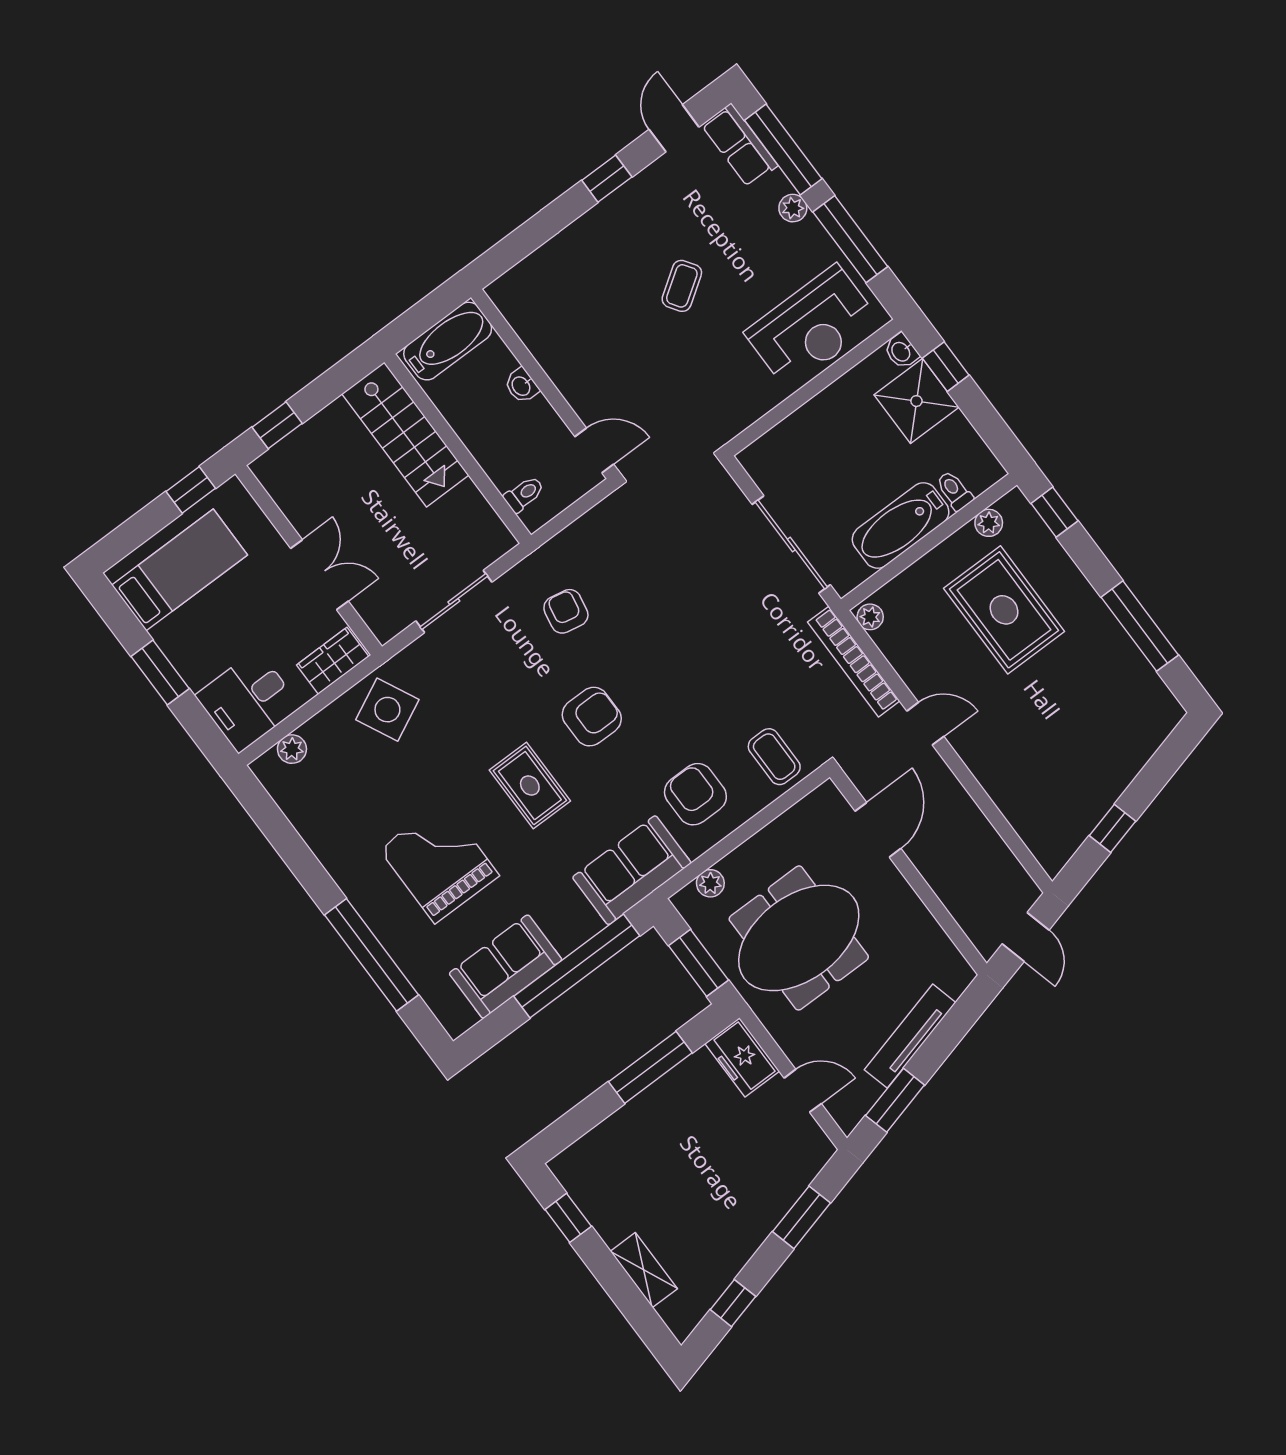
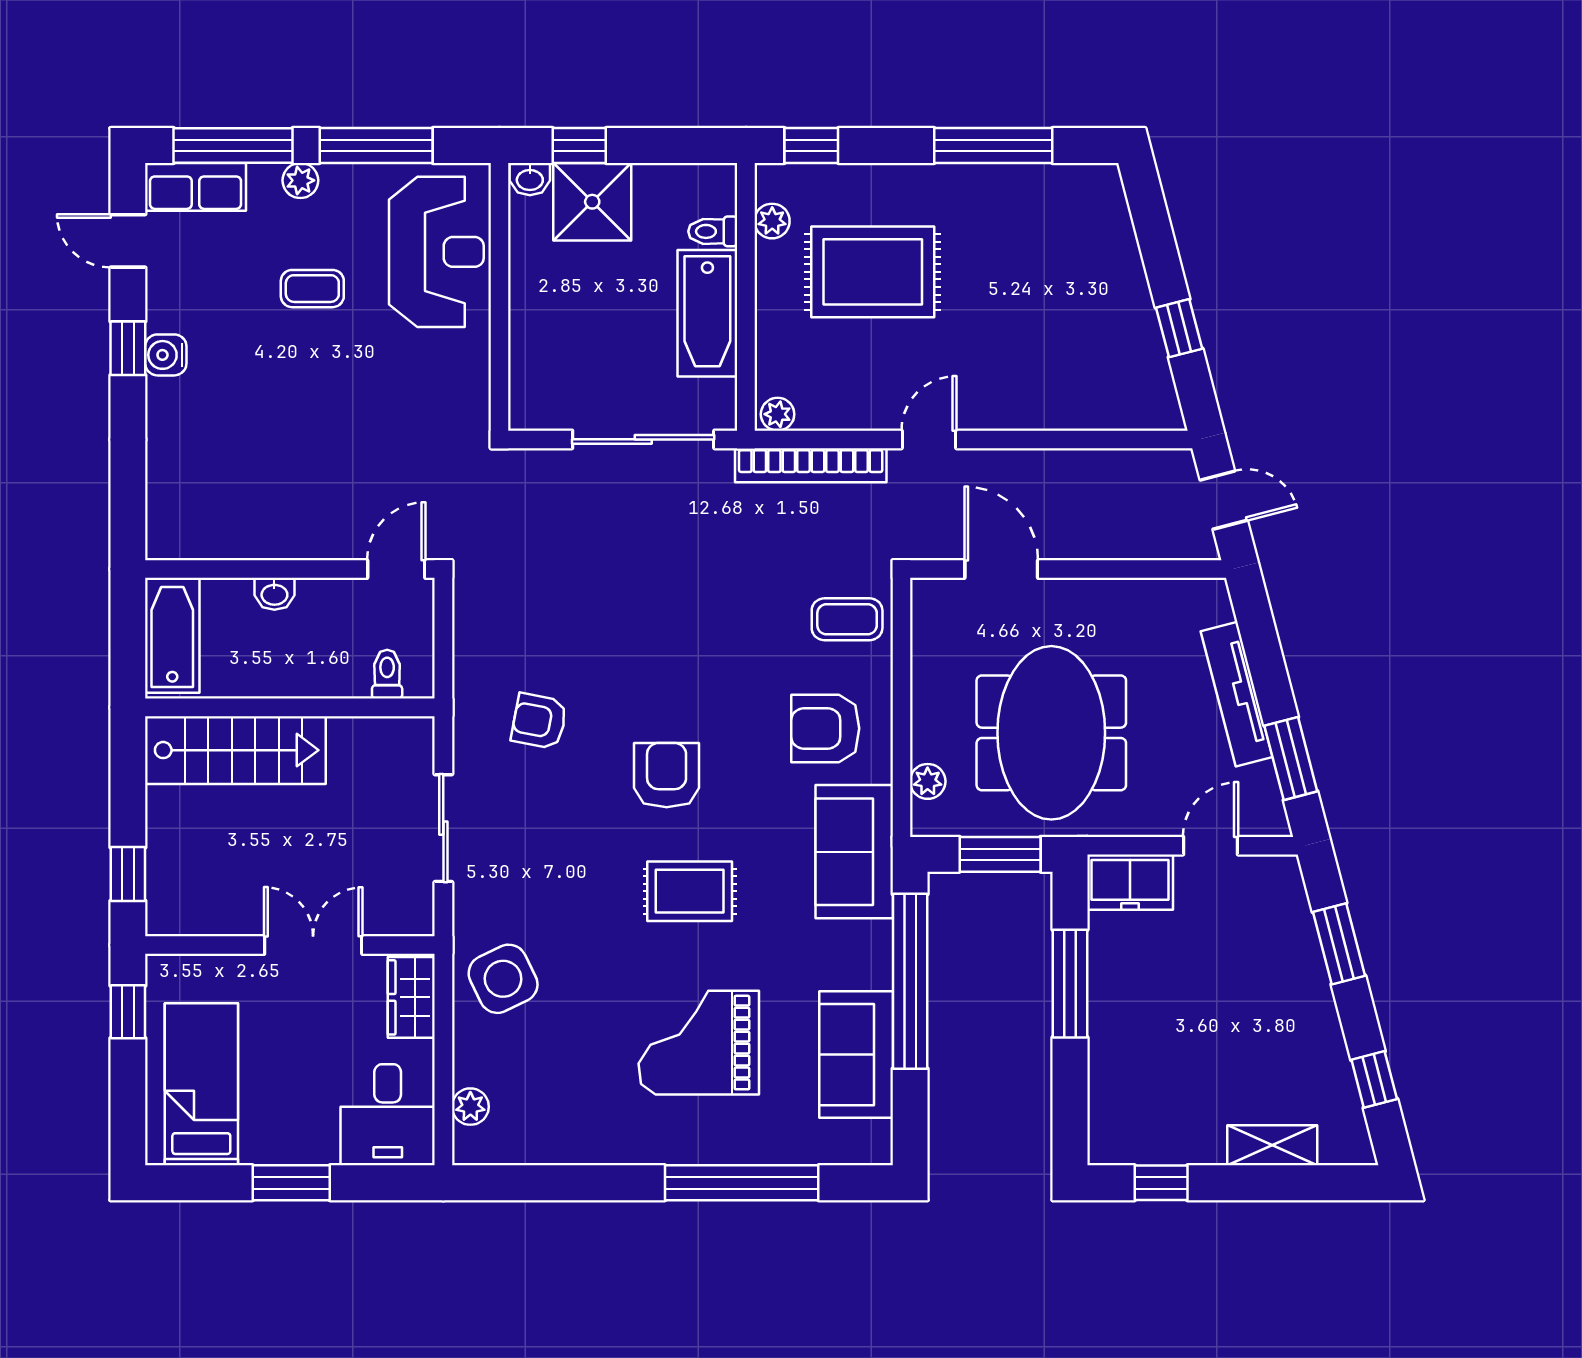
water cooler: (620, 206) -> (166, 355), added
coffee table: (682, 286) -> (312, 289), moved, turned -56

